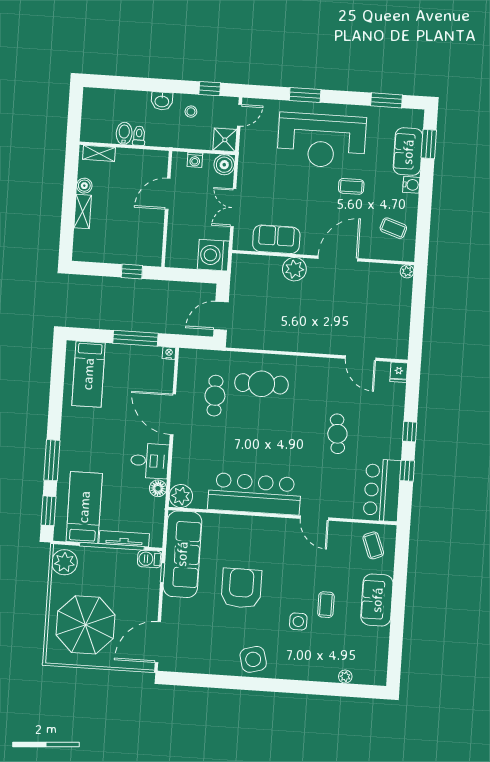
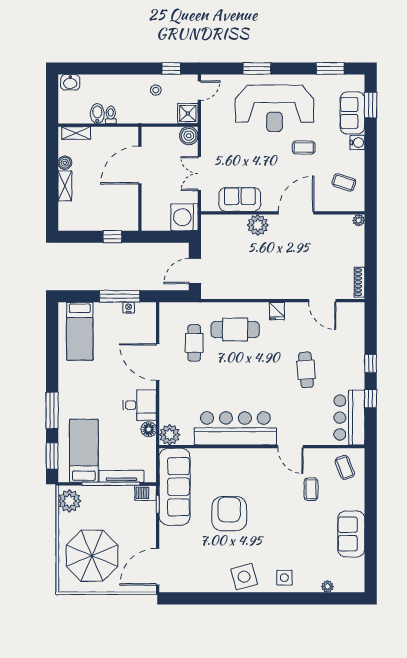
washbasin: (162, 101) -> (70, 82), moved
washing machine: (195, 160) -> (162, 133), removed
door: (168, 194) -> (140, 165), width x1.36
shoe rack: (403, 340) -> (359, 282), added
nightstand: (169, 353) -> (129, 308), moved
fridge: (399, 372) -> (277, 311), moved
sofa: (377, 600) -> (351, 534), moved
coffee table: (326, 605) -> (311, 489), moved
side table: (298, 621) -> (284, 578), moved

